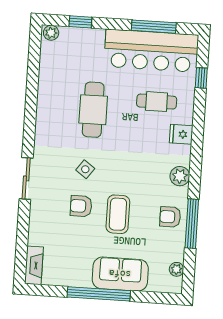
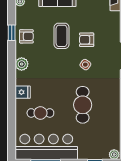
window: (201, 78) -> (12, 131), removed
armchair: (81, 206) -> (87, 40), turned 180
window: (192, 224) -> (12, 33), width x0.46

